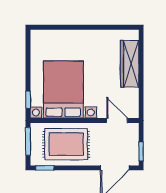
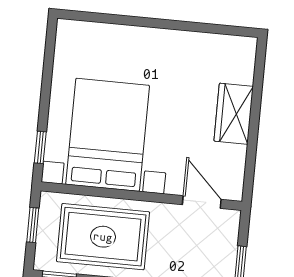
wardrobe: (130, 64) -> (234, 114), width x0.67
window: (28, 142) -> (33, 225), width x0.67

